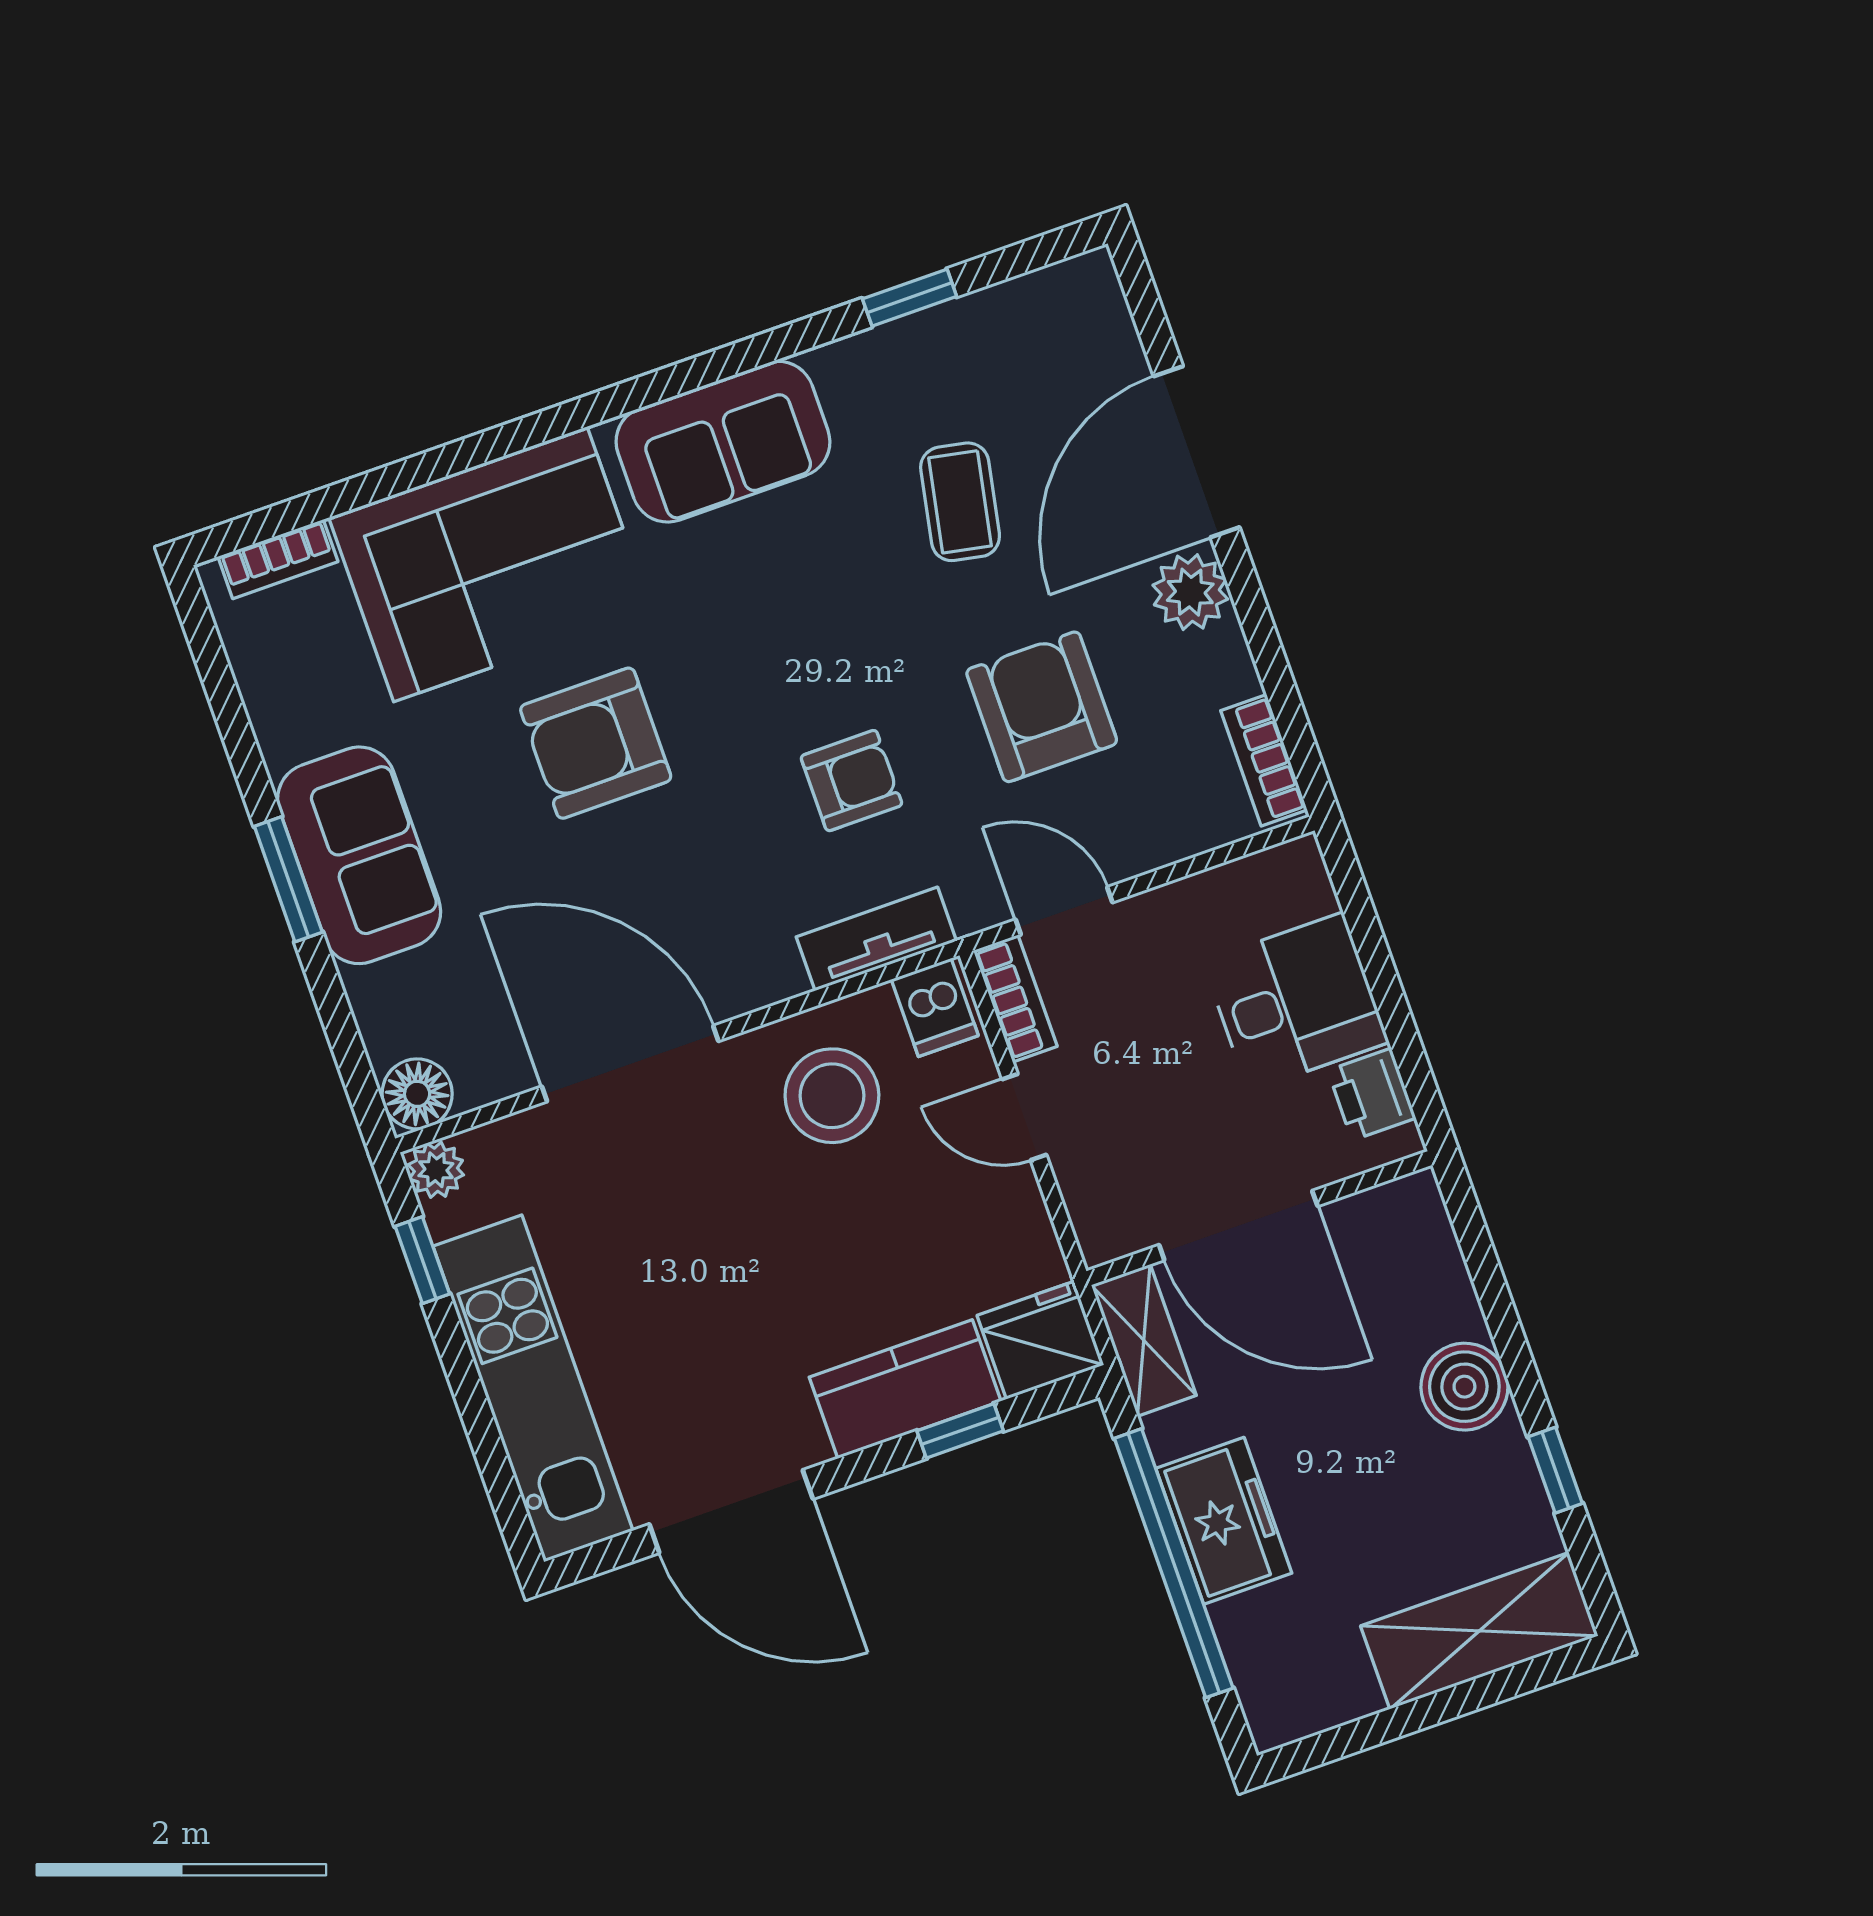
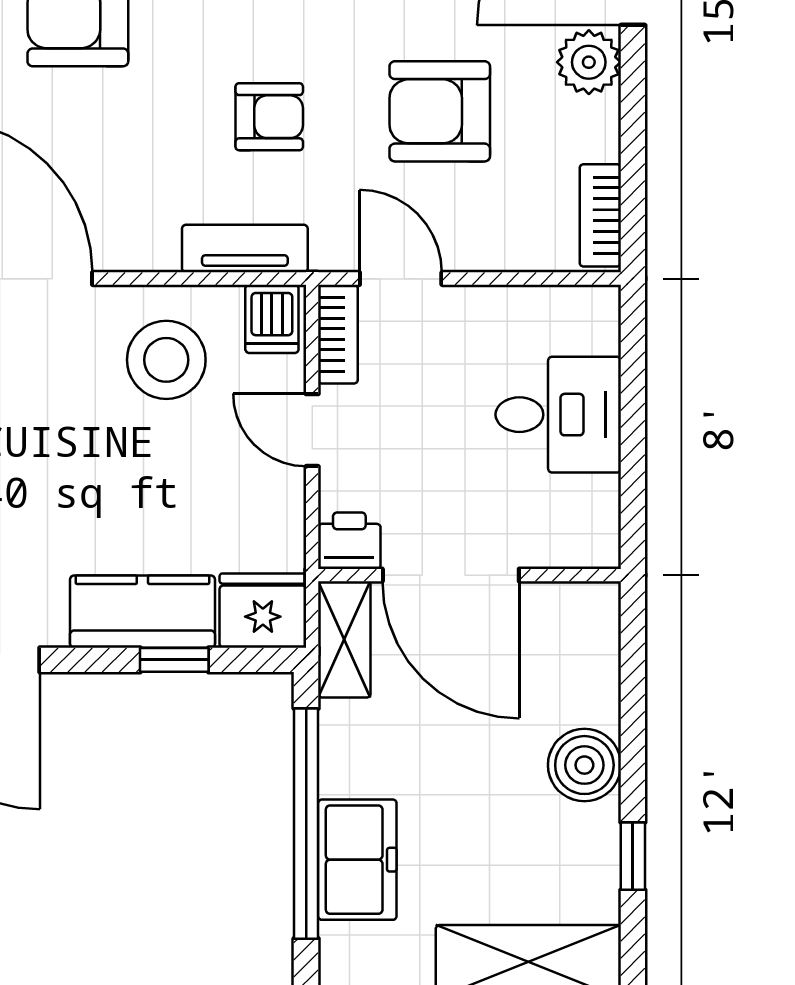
armchair: (1042, 707) -> (440, 111), turned -90
printer: (1372, 1094) -> (349, 541), moved, turned 90
freezer: (1224, 1521) -> (357, 860), moved

